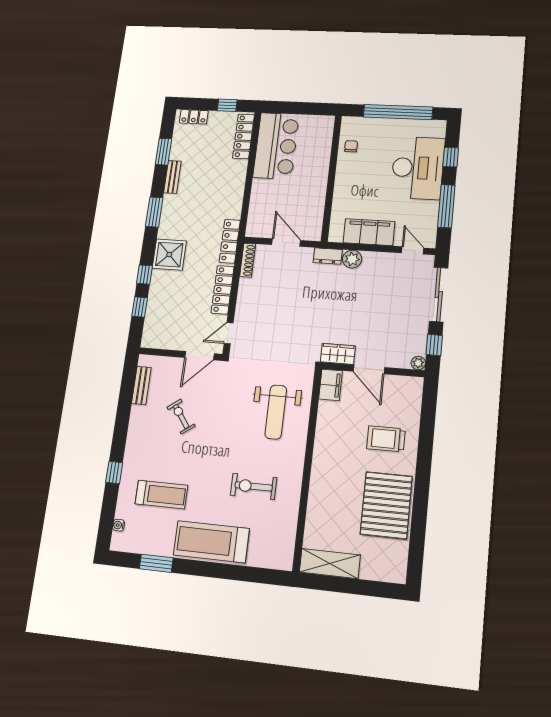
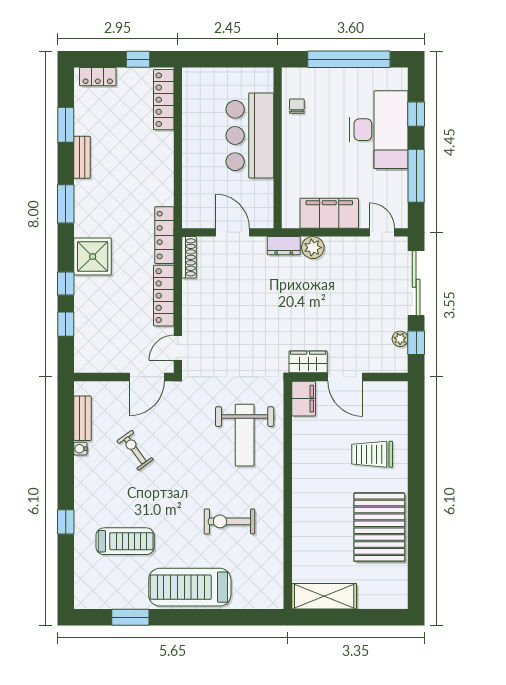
bar counter: (276, 146) -> (250, 136), moved, turned 180
plant: (418, 363) -> (400, 339), moved
water cooler: (119, 525) -> (80, 449), moved

